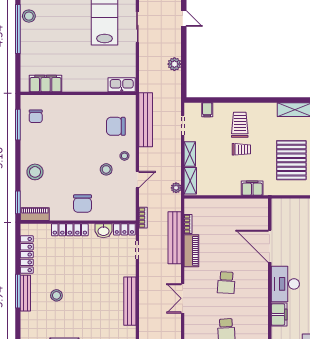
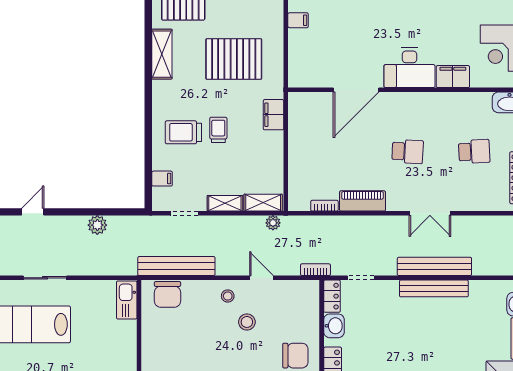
chair: (116, 126) -> (167, 294), moved
bench: (175, 238) -> (434, 266), moved

